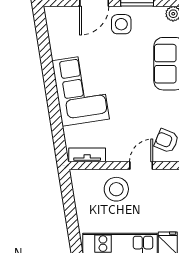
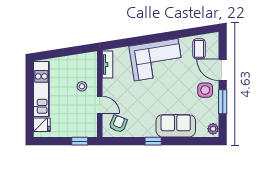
coffee table: (66, 32) -> (199, 49), added
stool: (116, 189) -> (82, 86), width x0.53, depth x0.53

